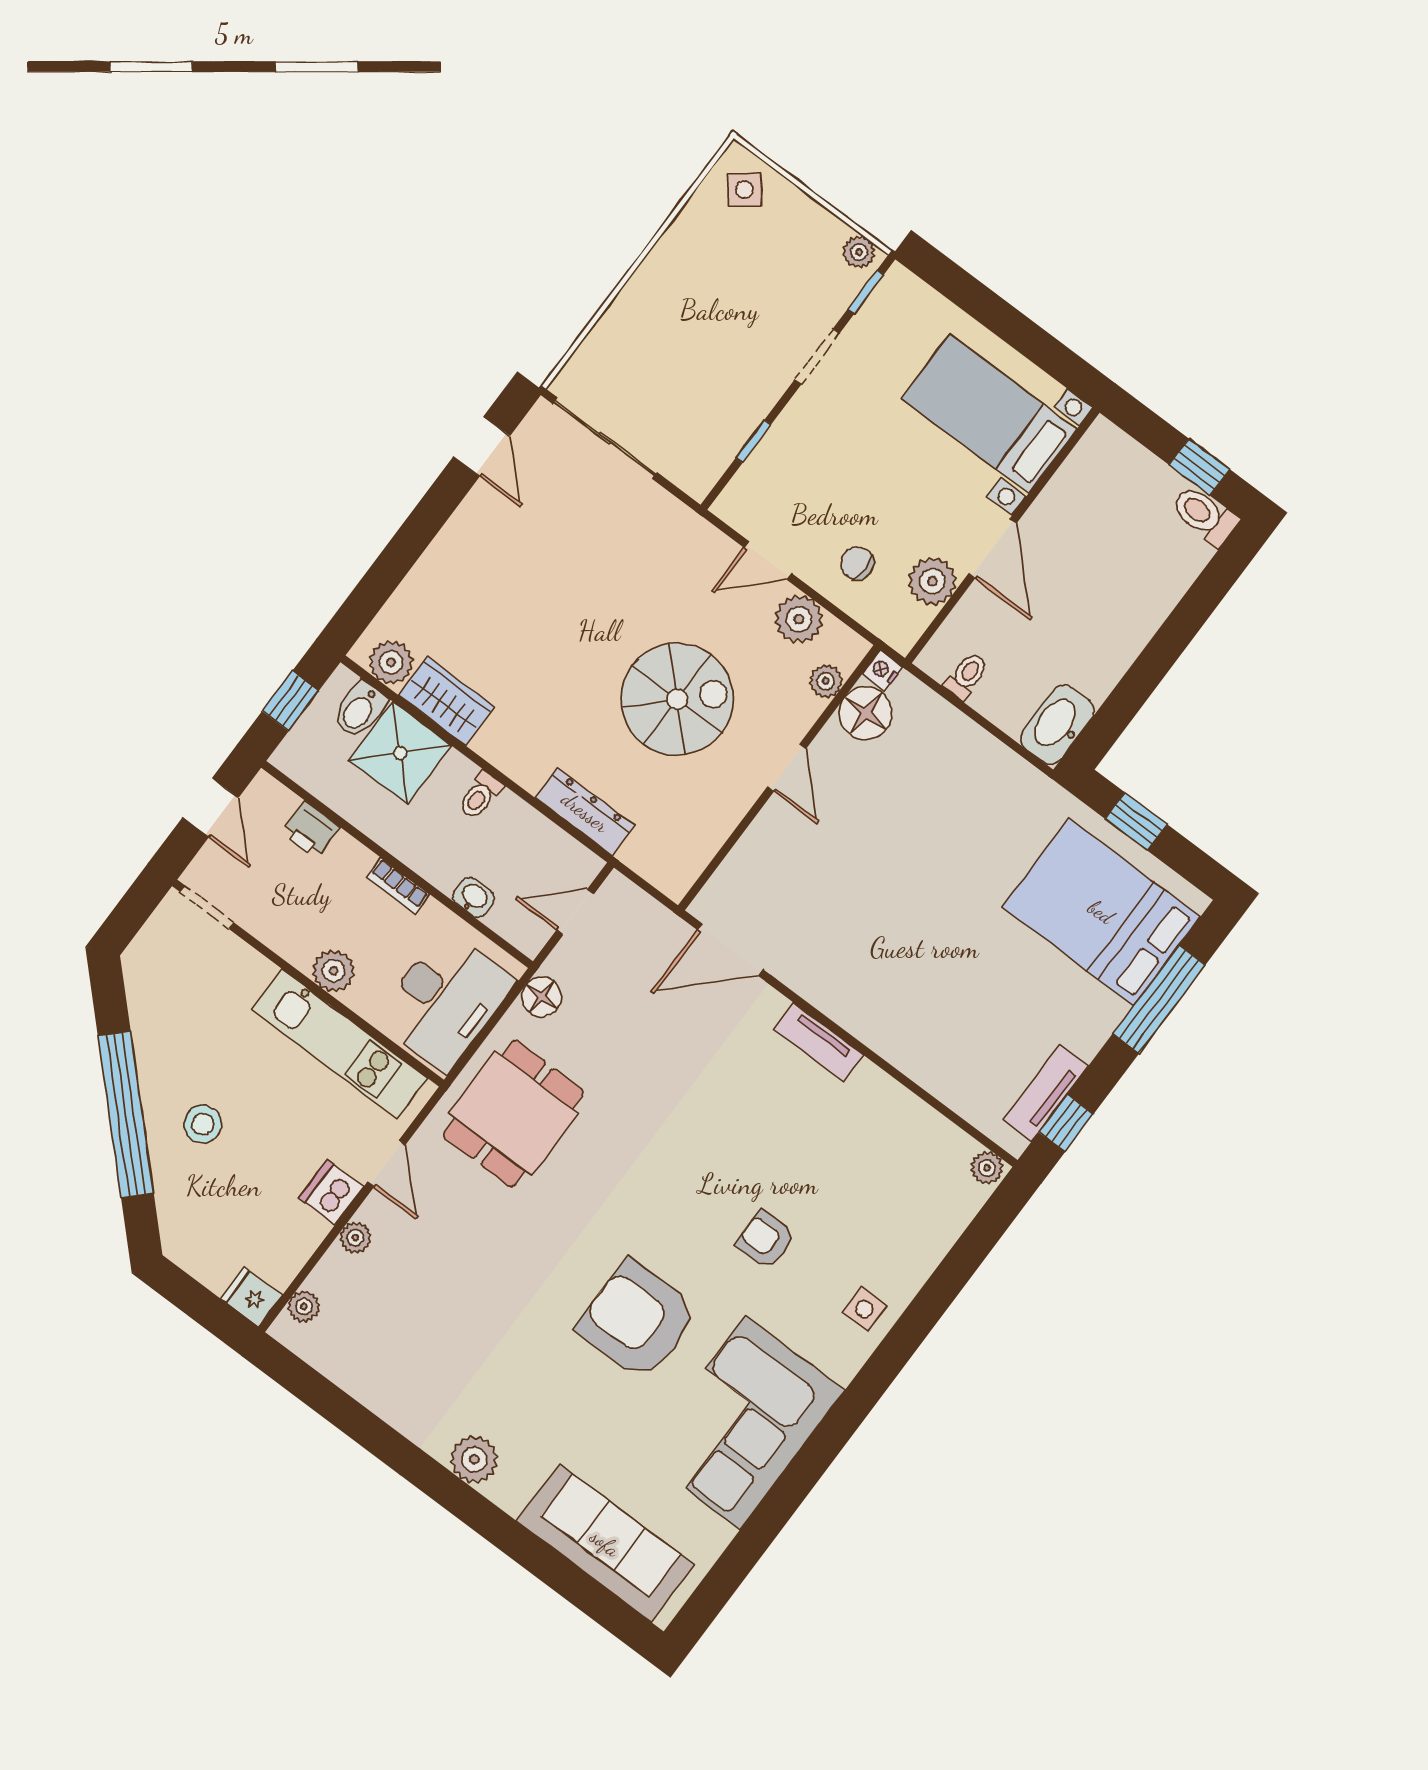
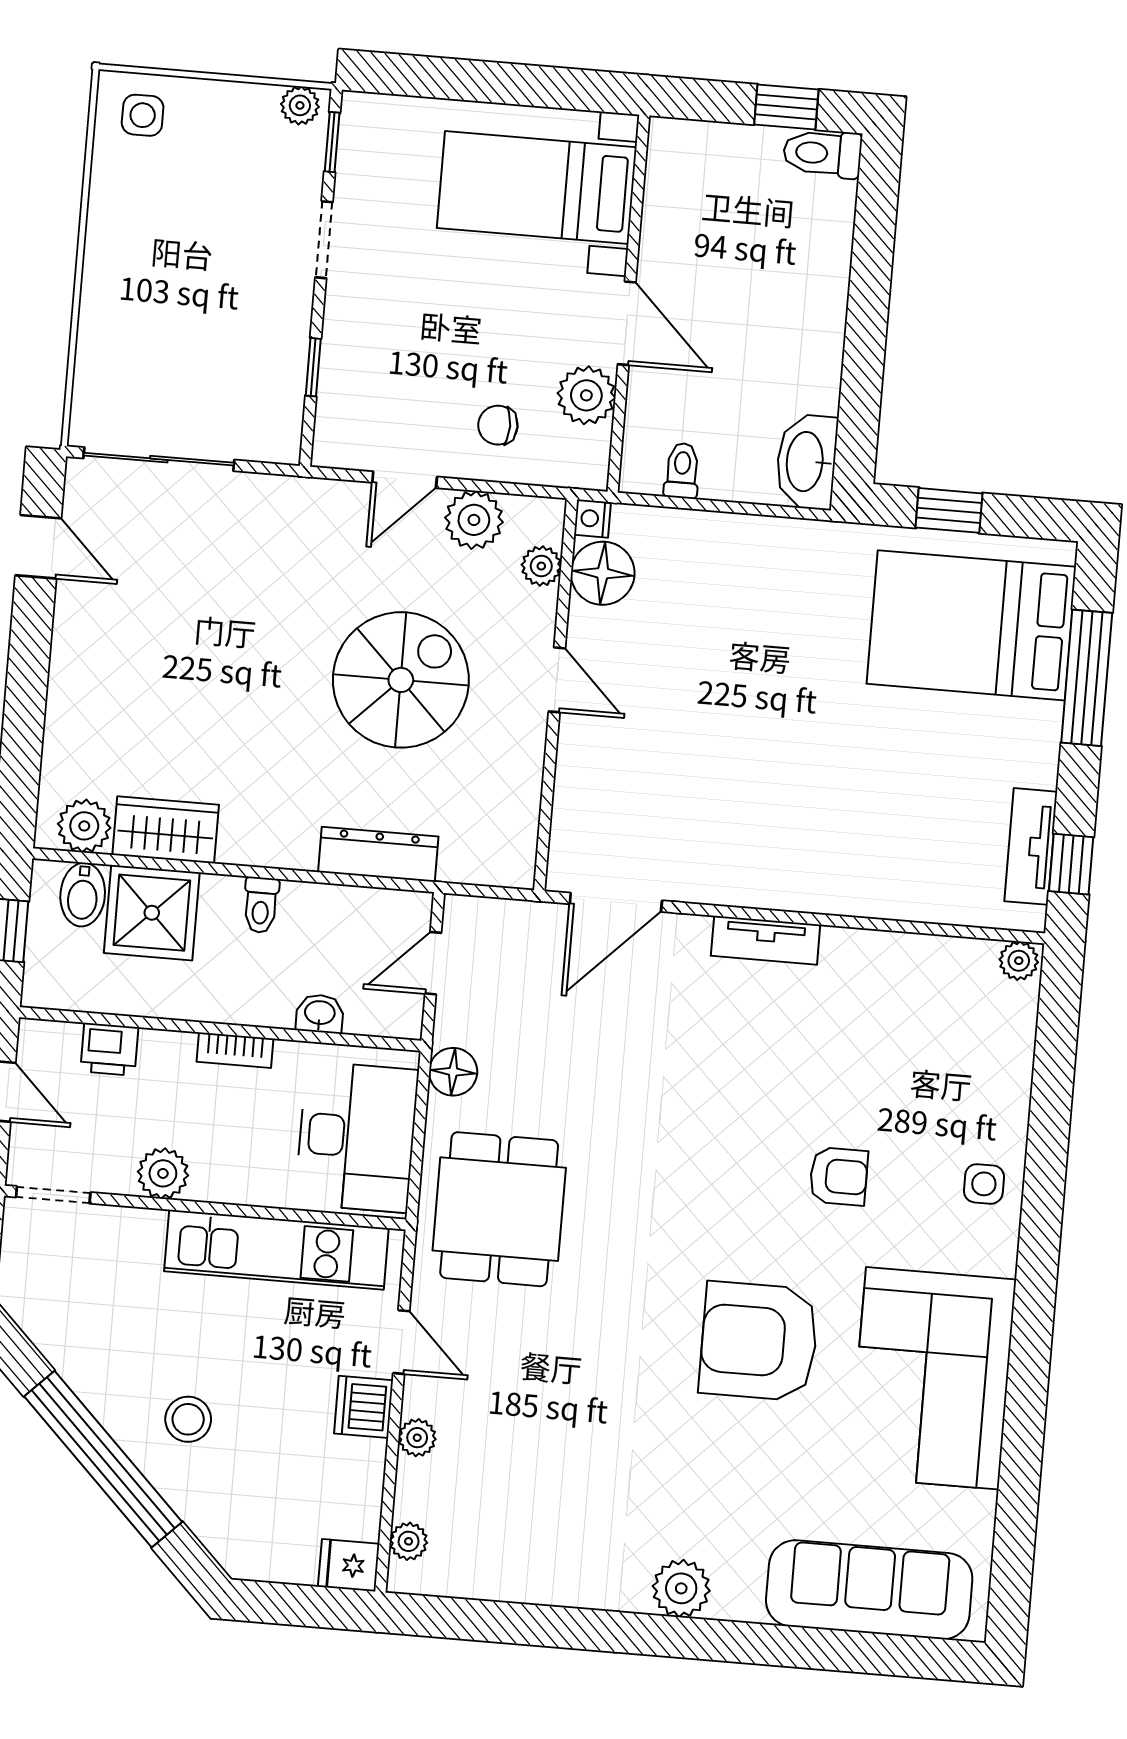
side table: (745, 190) -> (143, 115), turned 38
plant: (334, 971) -> (163, 1173), moved
armchair: (766, 1240) -> (839, 1176), turned 180

